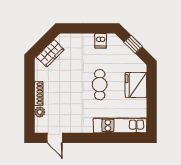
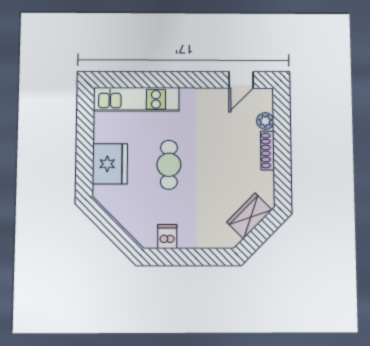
window: (133, 44) -> (114, 230), removed
door: (55, 138) -> (241, 80), swing flipped

